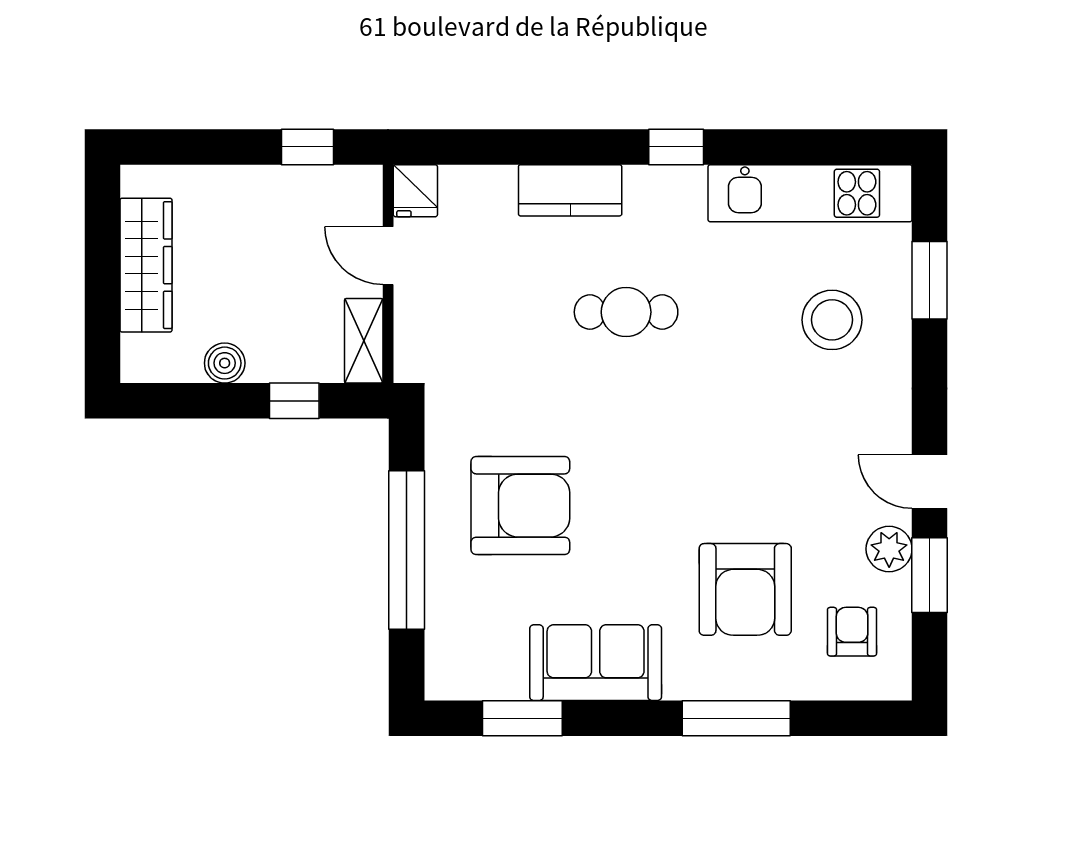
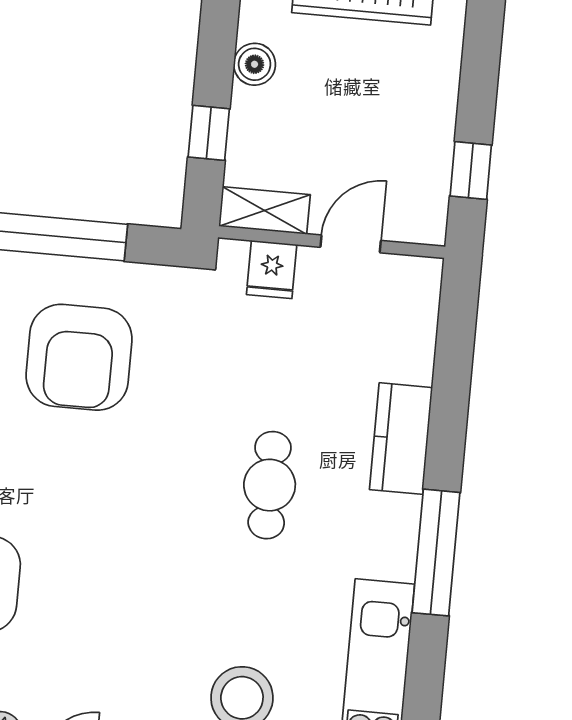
window: (676, 147) -> (436, 553), width x2.17
fridge: (415, 191) -> (272, 269), moved, turned -90

